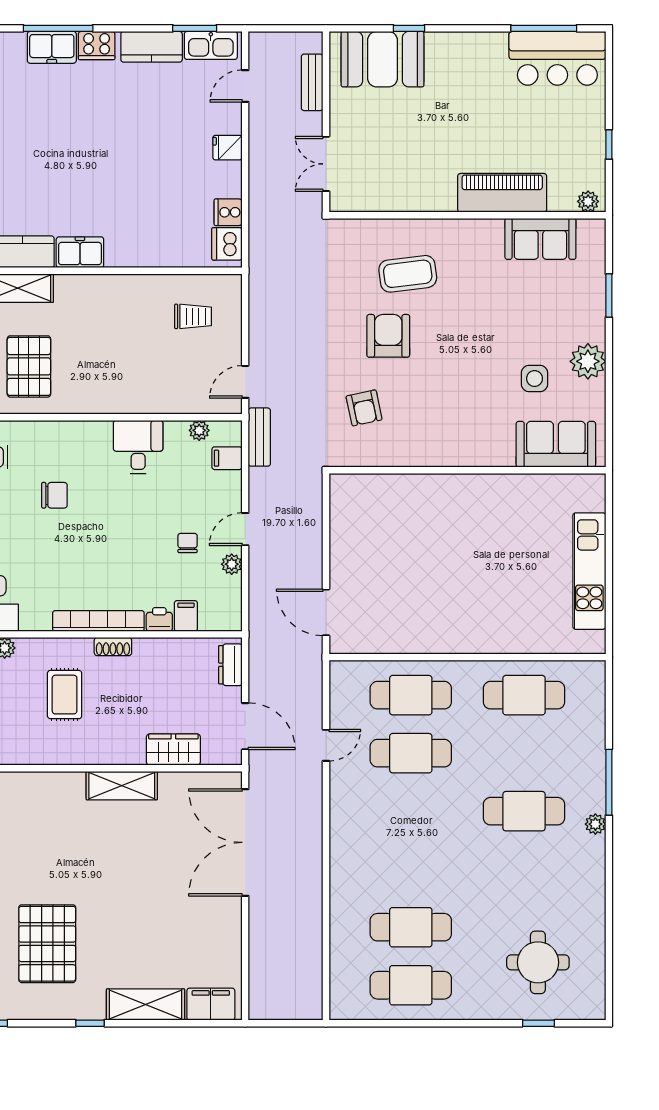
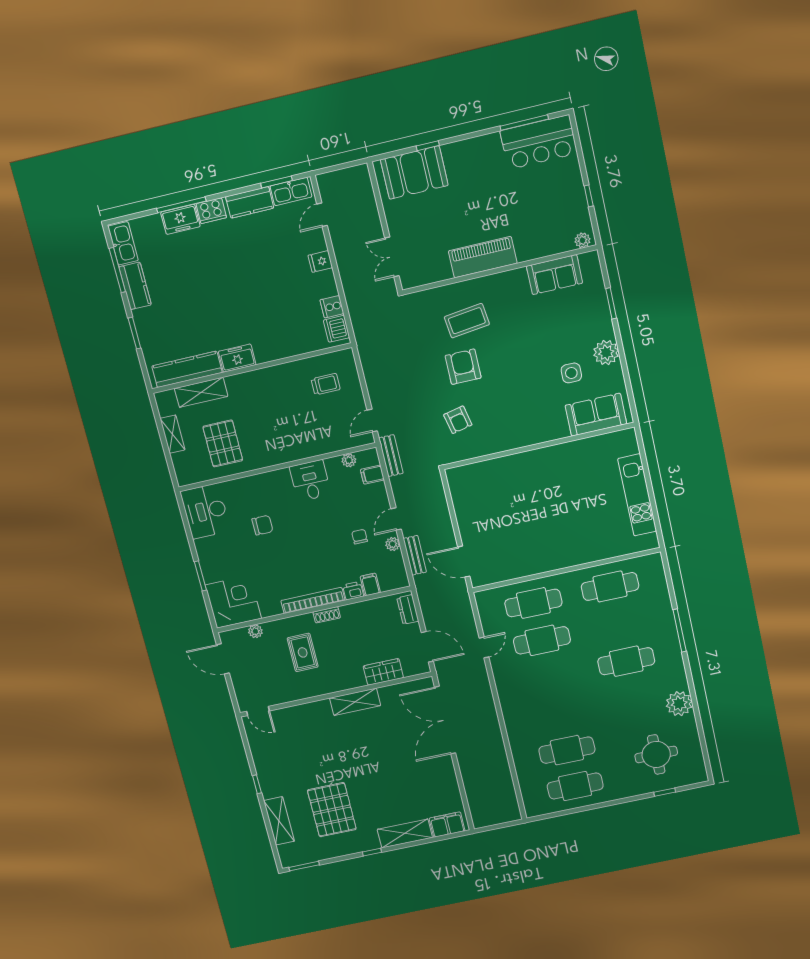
bench: (312, 82) -> (415, 555), moved
piano: (502, 193) -> (483, 257), moved
plant: (595, 824) -> (679, 704), moved, width x1.88, depth x1.88

